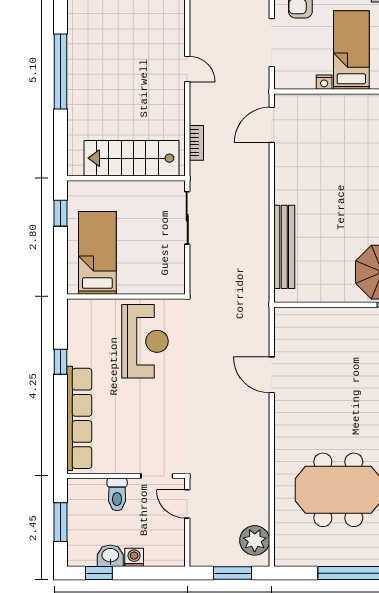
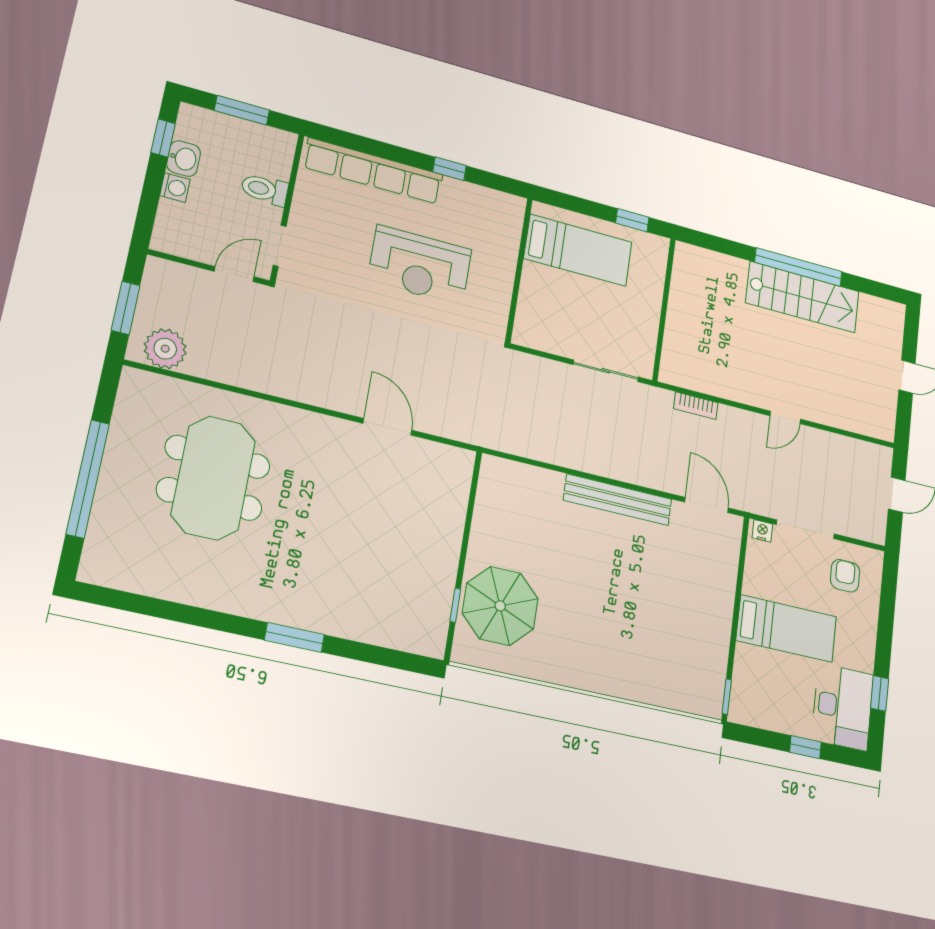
nightstand: (324, 82) -> (762, 531), moved, turned 90
stairs: (132, 158) -> (803, 297), moved, turned 90
bench: (284, 247) -> (618, 500), moved
reception desk: (145, 341) -> (420, 265), moved
door: (272, 375) -> (388, 427), hinge flipped

